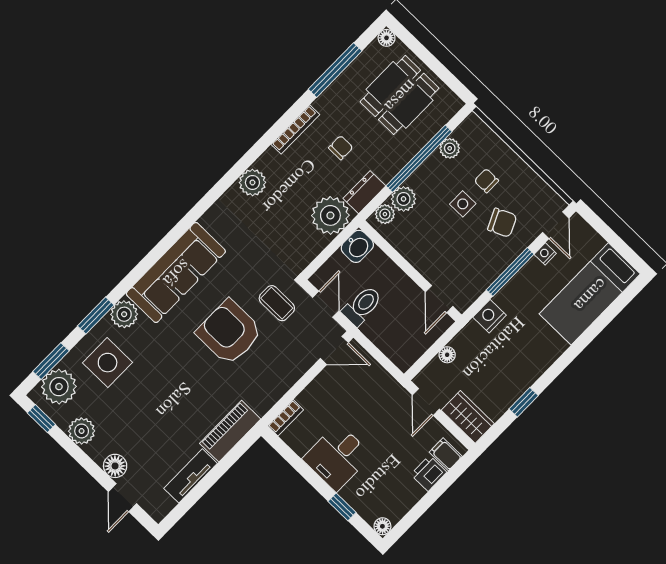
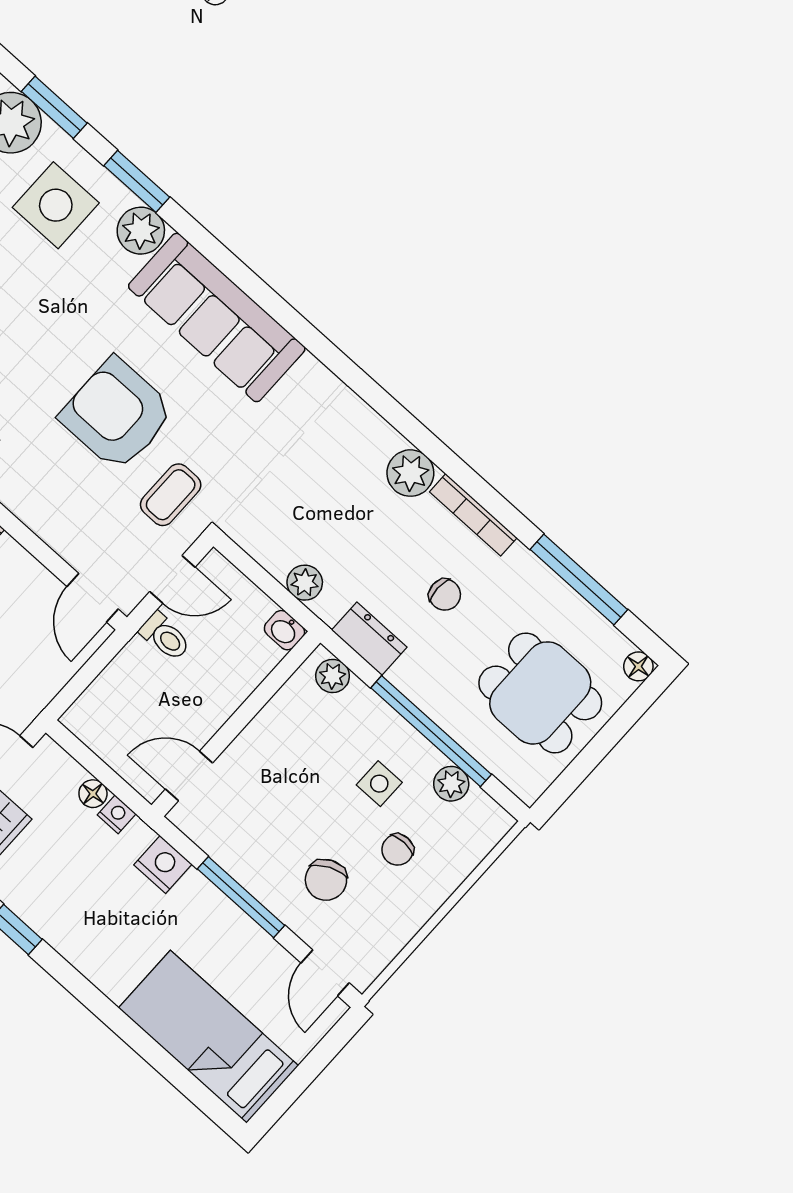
chair: (486, 181) -> (398, 850), turned 180
plant: (252, 182) -> (410, 473), moved
plant: (404, 199) -> (360, 707), removed
side table: (463, 204) -> (379, 784), moved
plant: (330, 215) -> (305, 583), width x0.53, depth x0.53
door: (556, 225) -> (325, 973), hinge flipped
washbasin: (357, 246) -> (284, 630), width x0.72, depth x0.69
nightstand: (545, 254) -> (117, 814), moved
toilet: (362, 306) -> (165, 637), width x0.73, depth x0.72
armchair: (229, 332) -> (117, 414), turned -90

